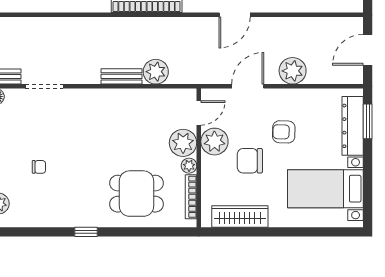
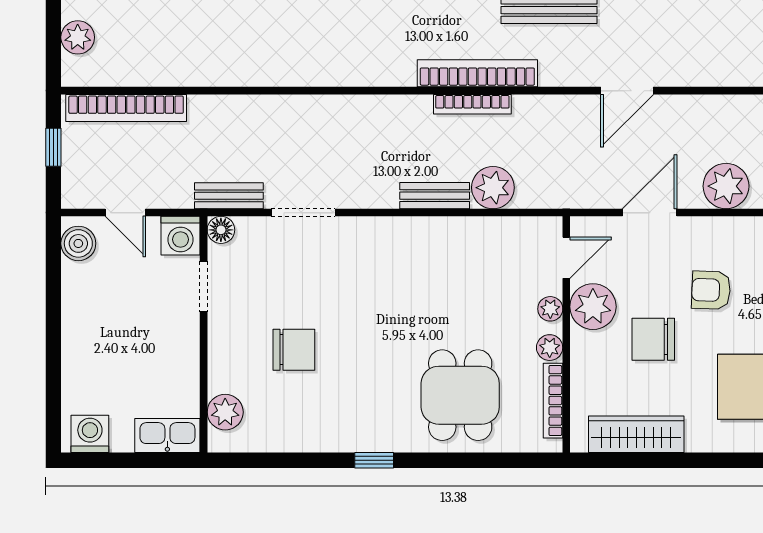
bookcase: (144, 23) -> (472, 104), added
plant: (183, 143) -> (550, 309), width x0.53, depth x0.53
chair: (39, 167) -> (294, 350), width x1.87, depth x1.87
dining table: (136, 194) -> (460, 395), turned 90

